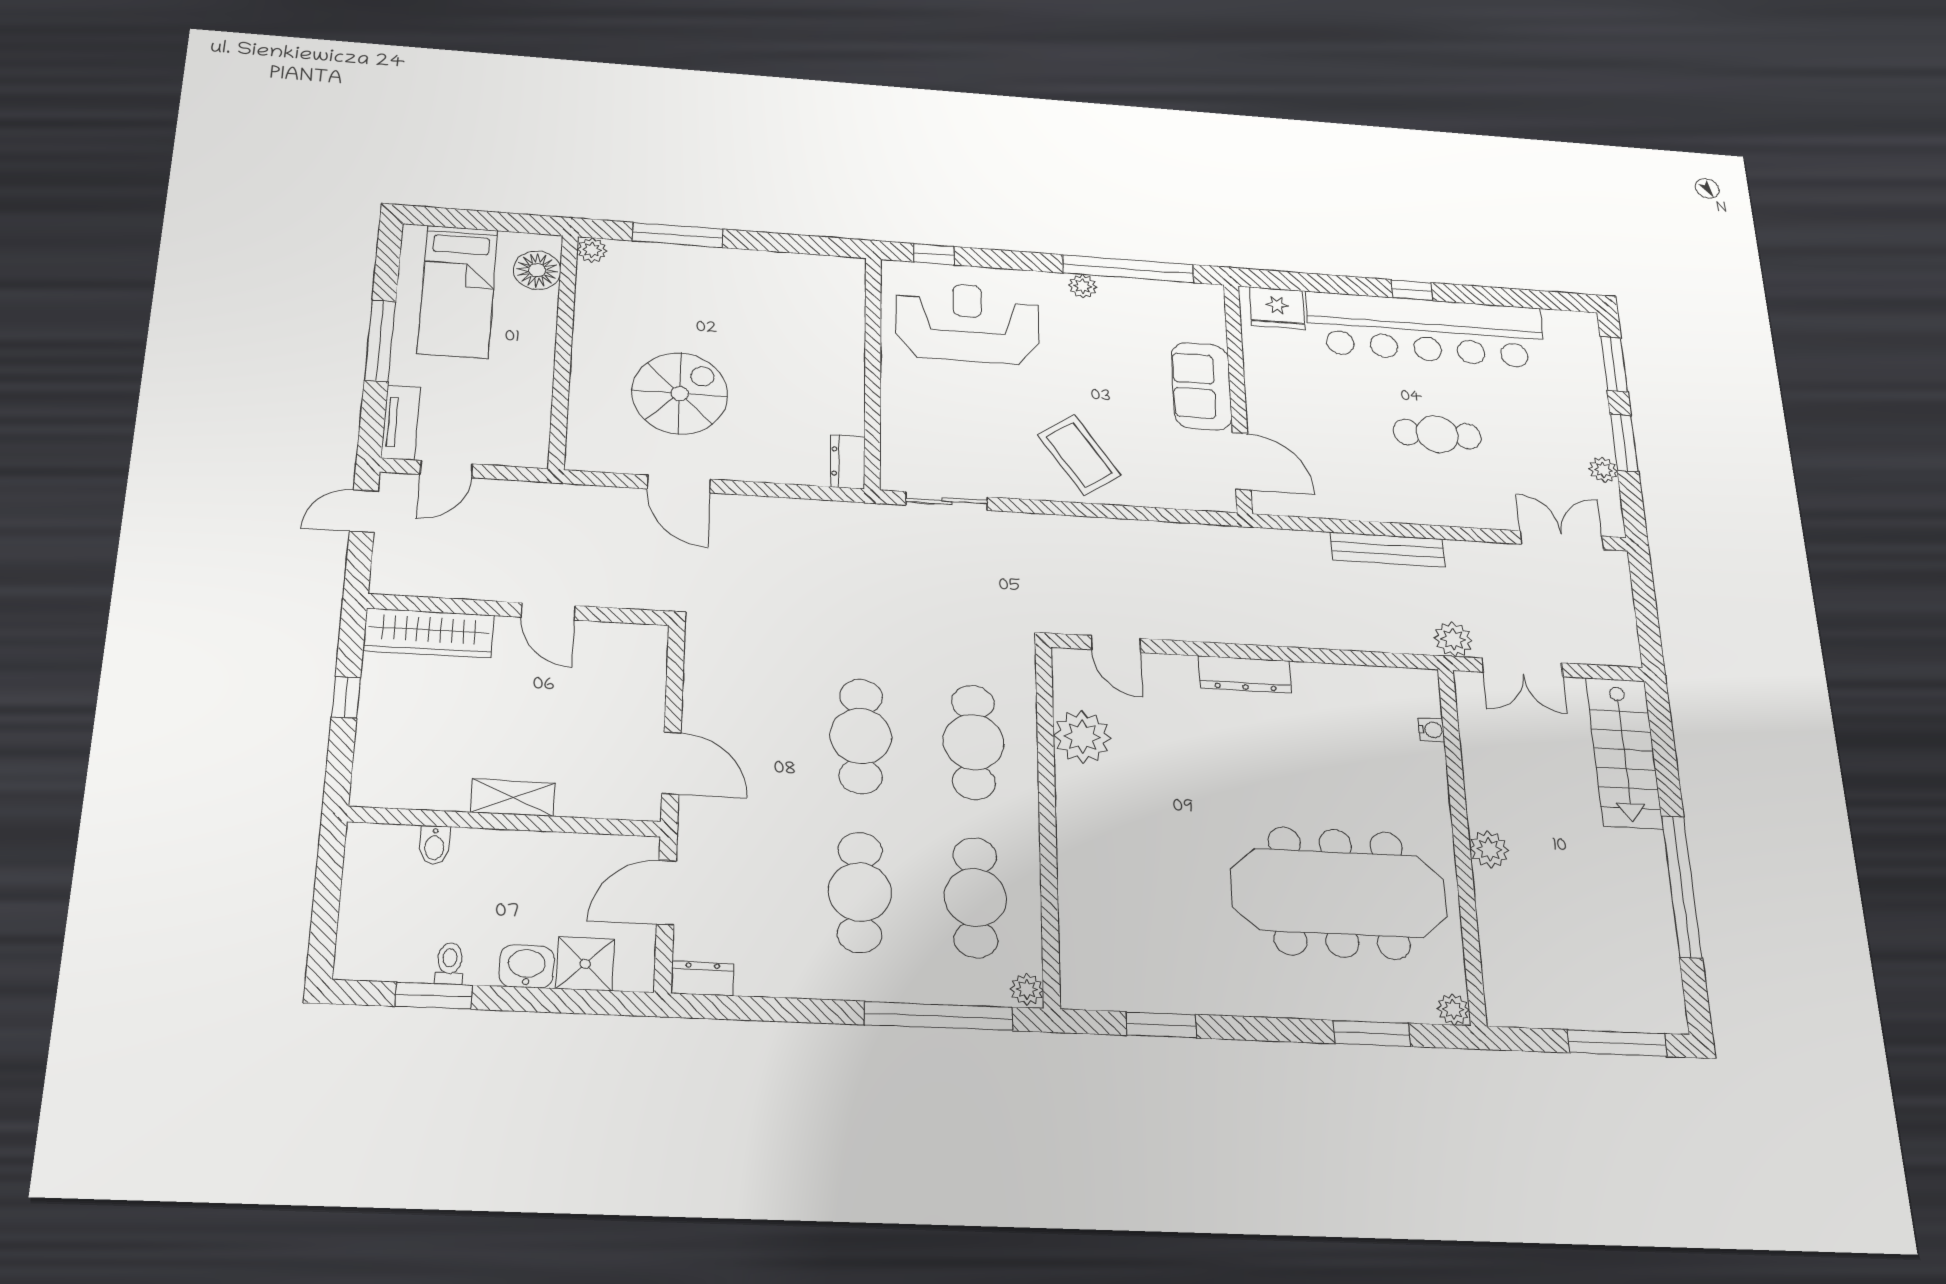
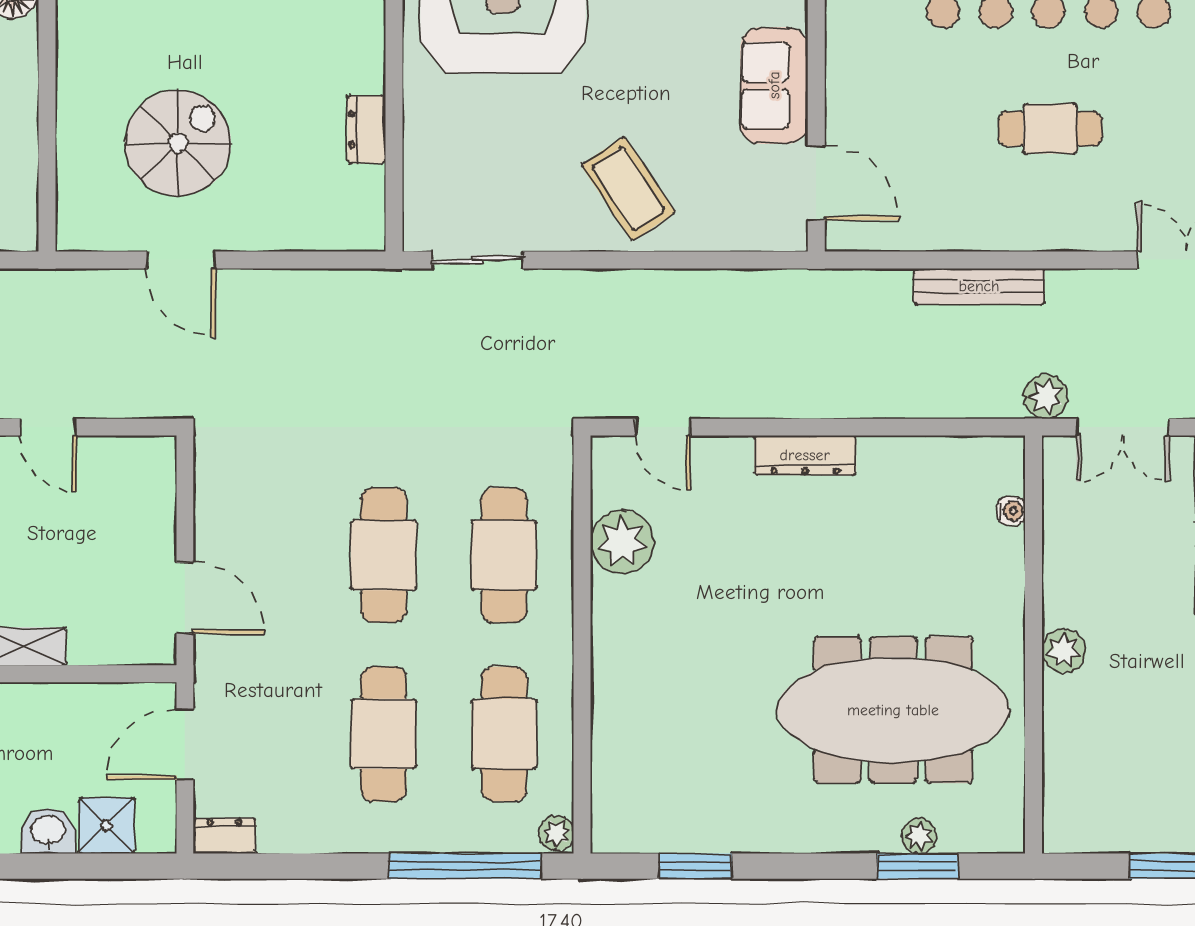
dresser: (848, 462) -> (366, 129), moved
plant: (1453, 1009) -> (919, 836), moved

